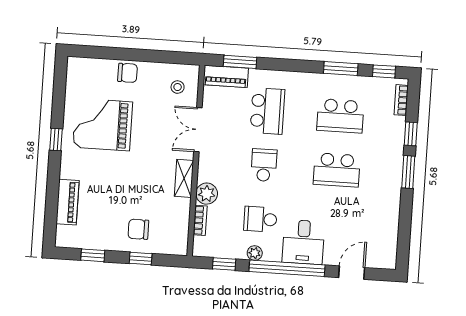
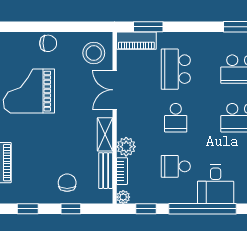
stool: (178, 87) -> (94, 53), width x1.89, depth x1.89
school desk: (268, 111) -> (176, 69), turned 180
school desk: (264, 165) -> (176, 118), turned 180
bench: (182, 219) -> (106, 171), added
chair: (138, 229) -> (67, 183), turned 90
plant: (255, 253) -> (123, 197), moved

